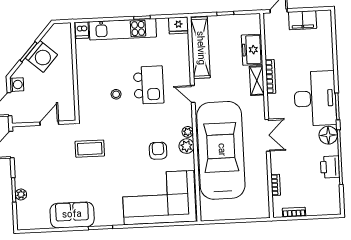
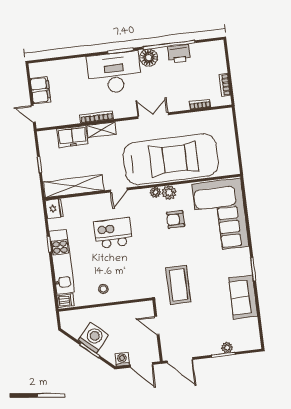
stool: (116, 94) -> (103, 289), moved
coffee table: (90, 149) -> (178, 285), width x1.36, depth x1.32
car: (221, 150) -> (171, 159), turned 180

